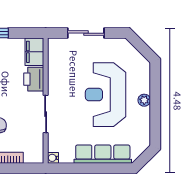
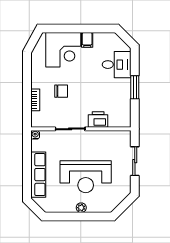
filing cabinet: (34, 52) -> (120, 120), removed
reception desk: (106, 95) -> (86, 177), turned 180

